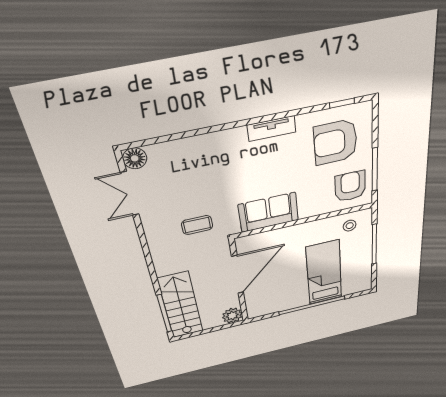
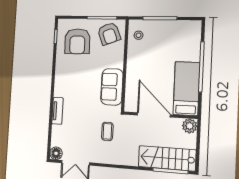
tv unit: (272, 129) -> (57, 111), moved
armchair: (350, 186) -> (109, 34), turned -111
bed: (324, 273) -> (186, 88), moved, turned 90

